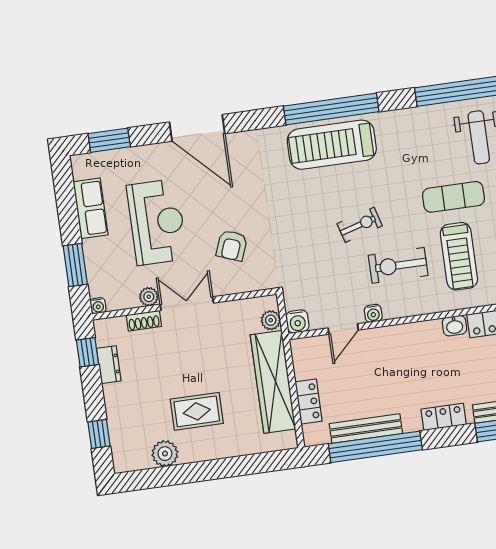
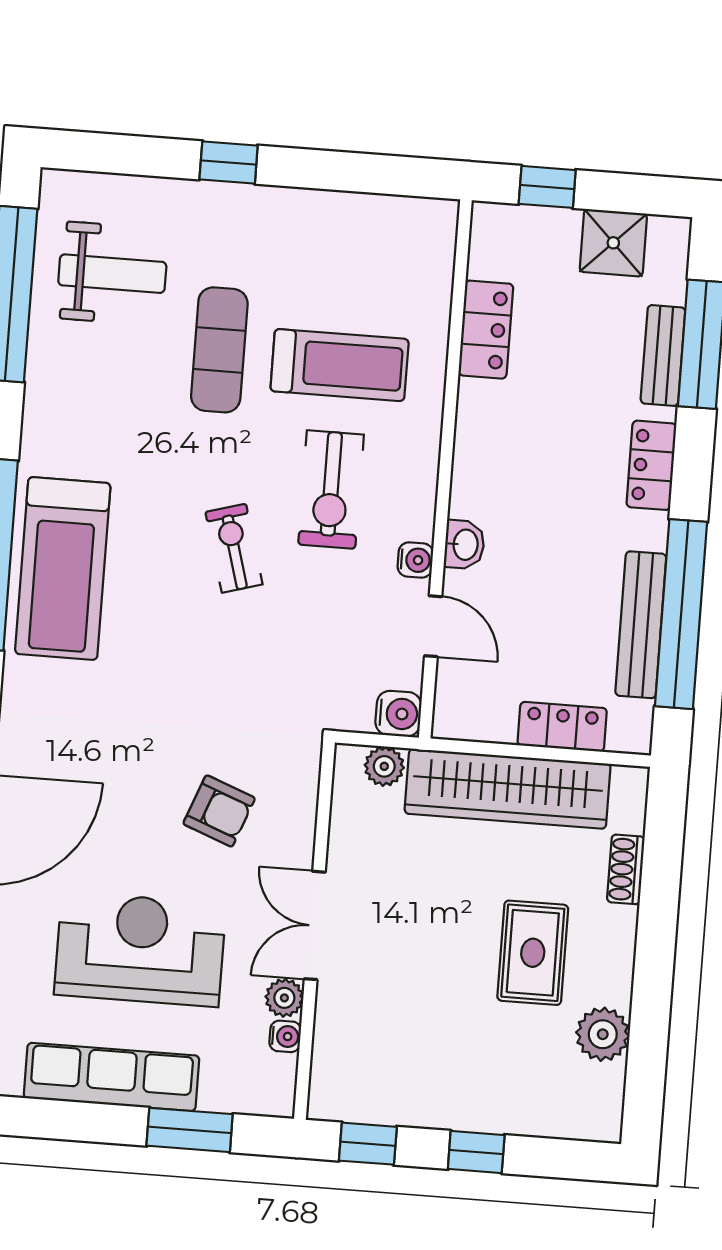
row of seats: (91, 208) -> (111, 1077), width x1.48
water cooler: (98, 306) -> (285, 1036), moved
shoe rack: (144, 321) -> (626, 869), moved, turned 180
washbasin: (454, 326) -> (464, 545), moved
dresser: (109, 365) -> (402, 1107), removed
window: (99, 434) -> (476, 1152), moved

